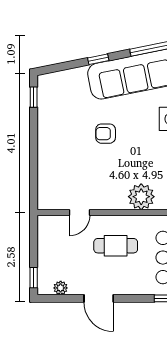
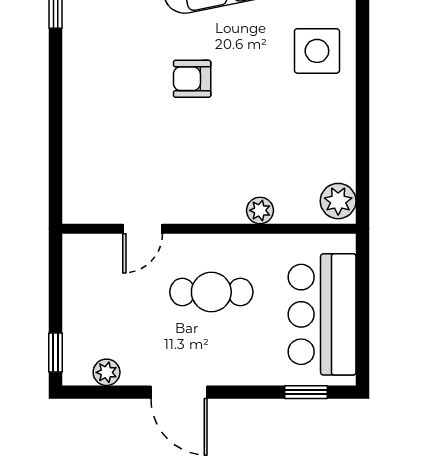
plant: (141, 197) -> (260, 210), width x0.53, depth x0.53

